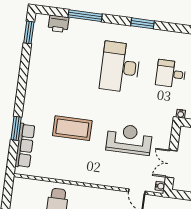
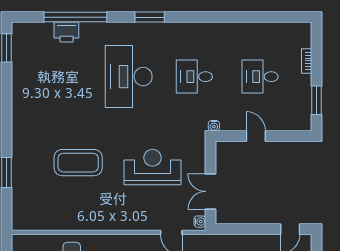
window: (85, 16) -> (75, 17), width x1.46
printer: (58, 24) -> (66, 32), moved
row of seats: (25, 146) -> (21, 193), removed

